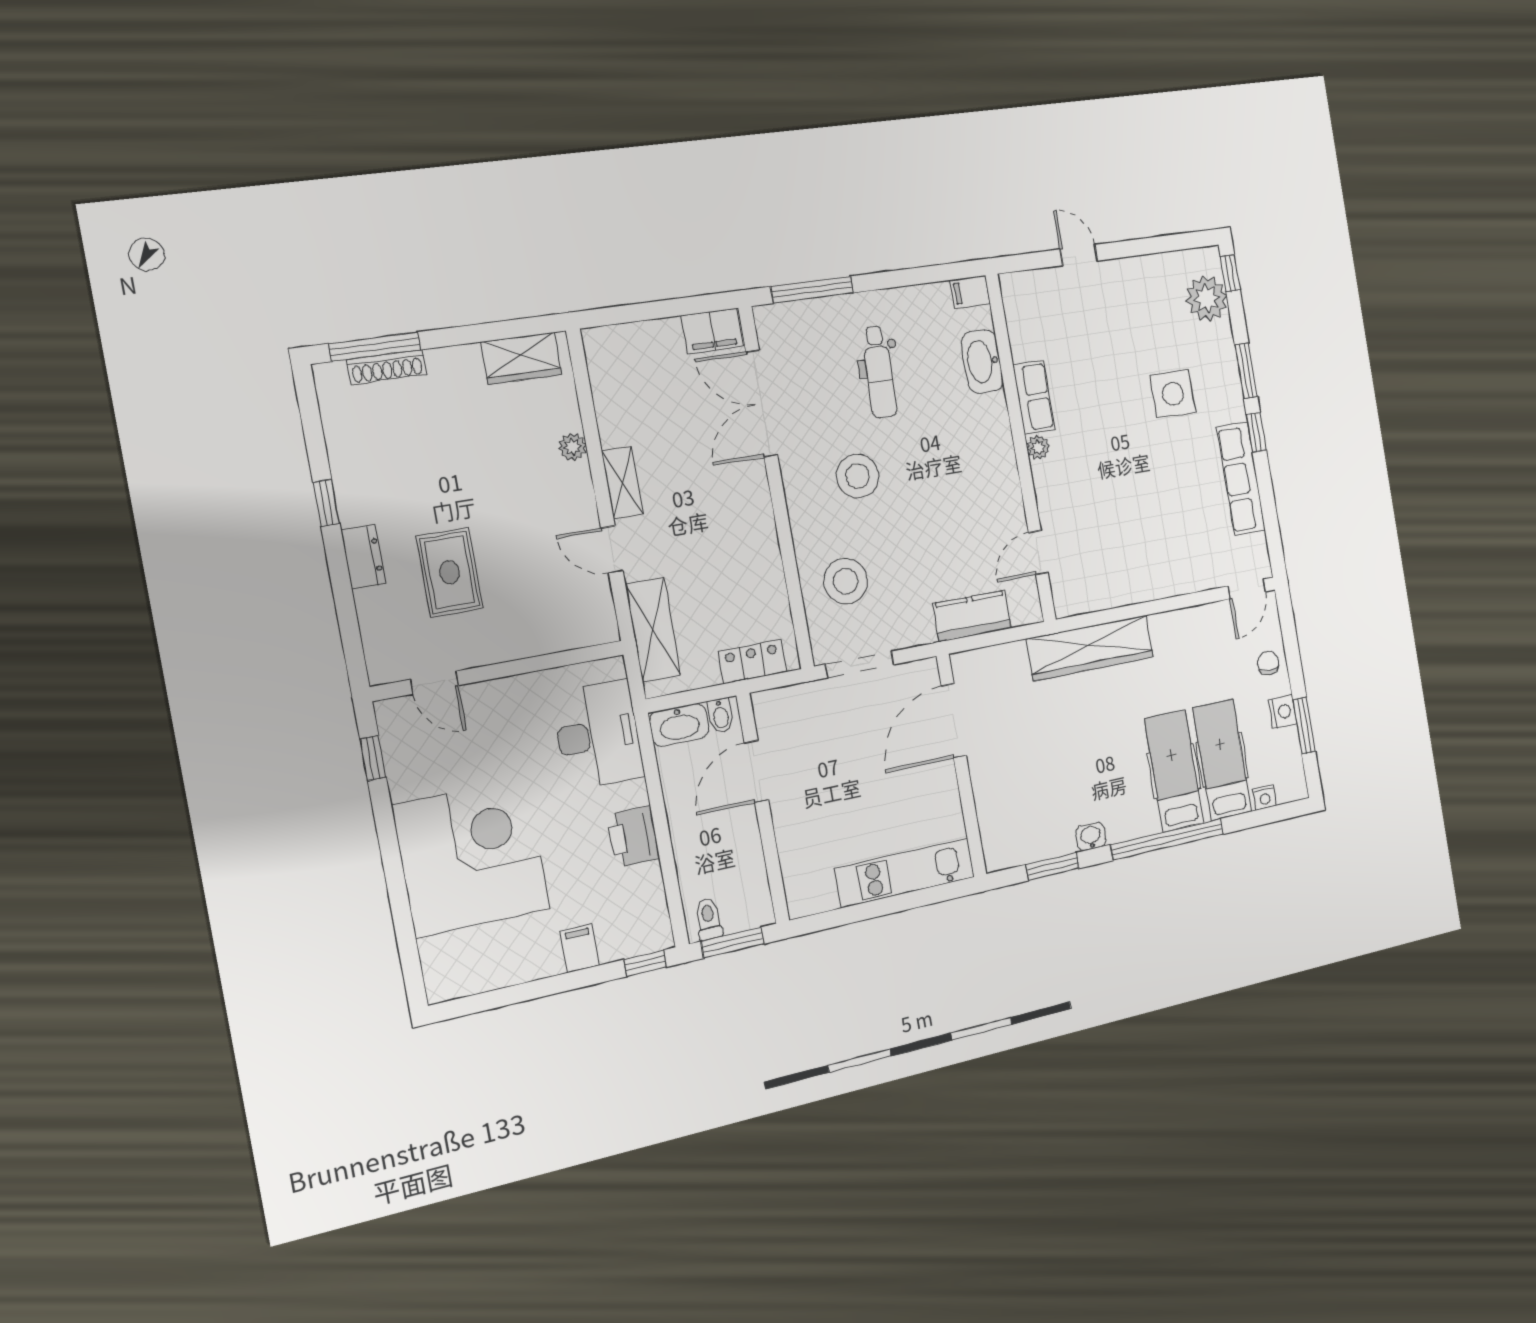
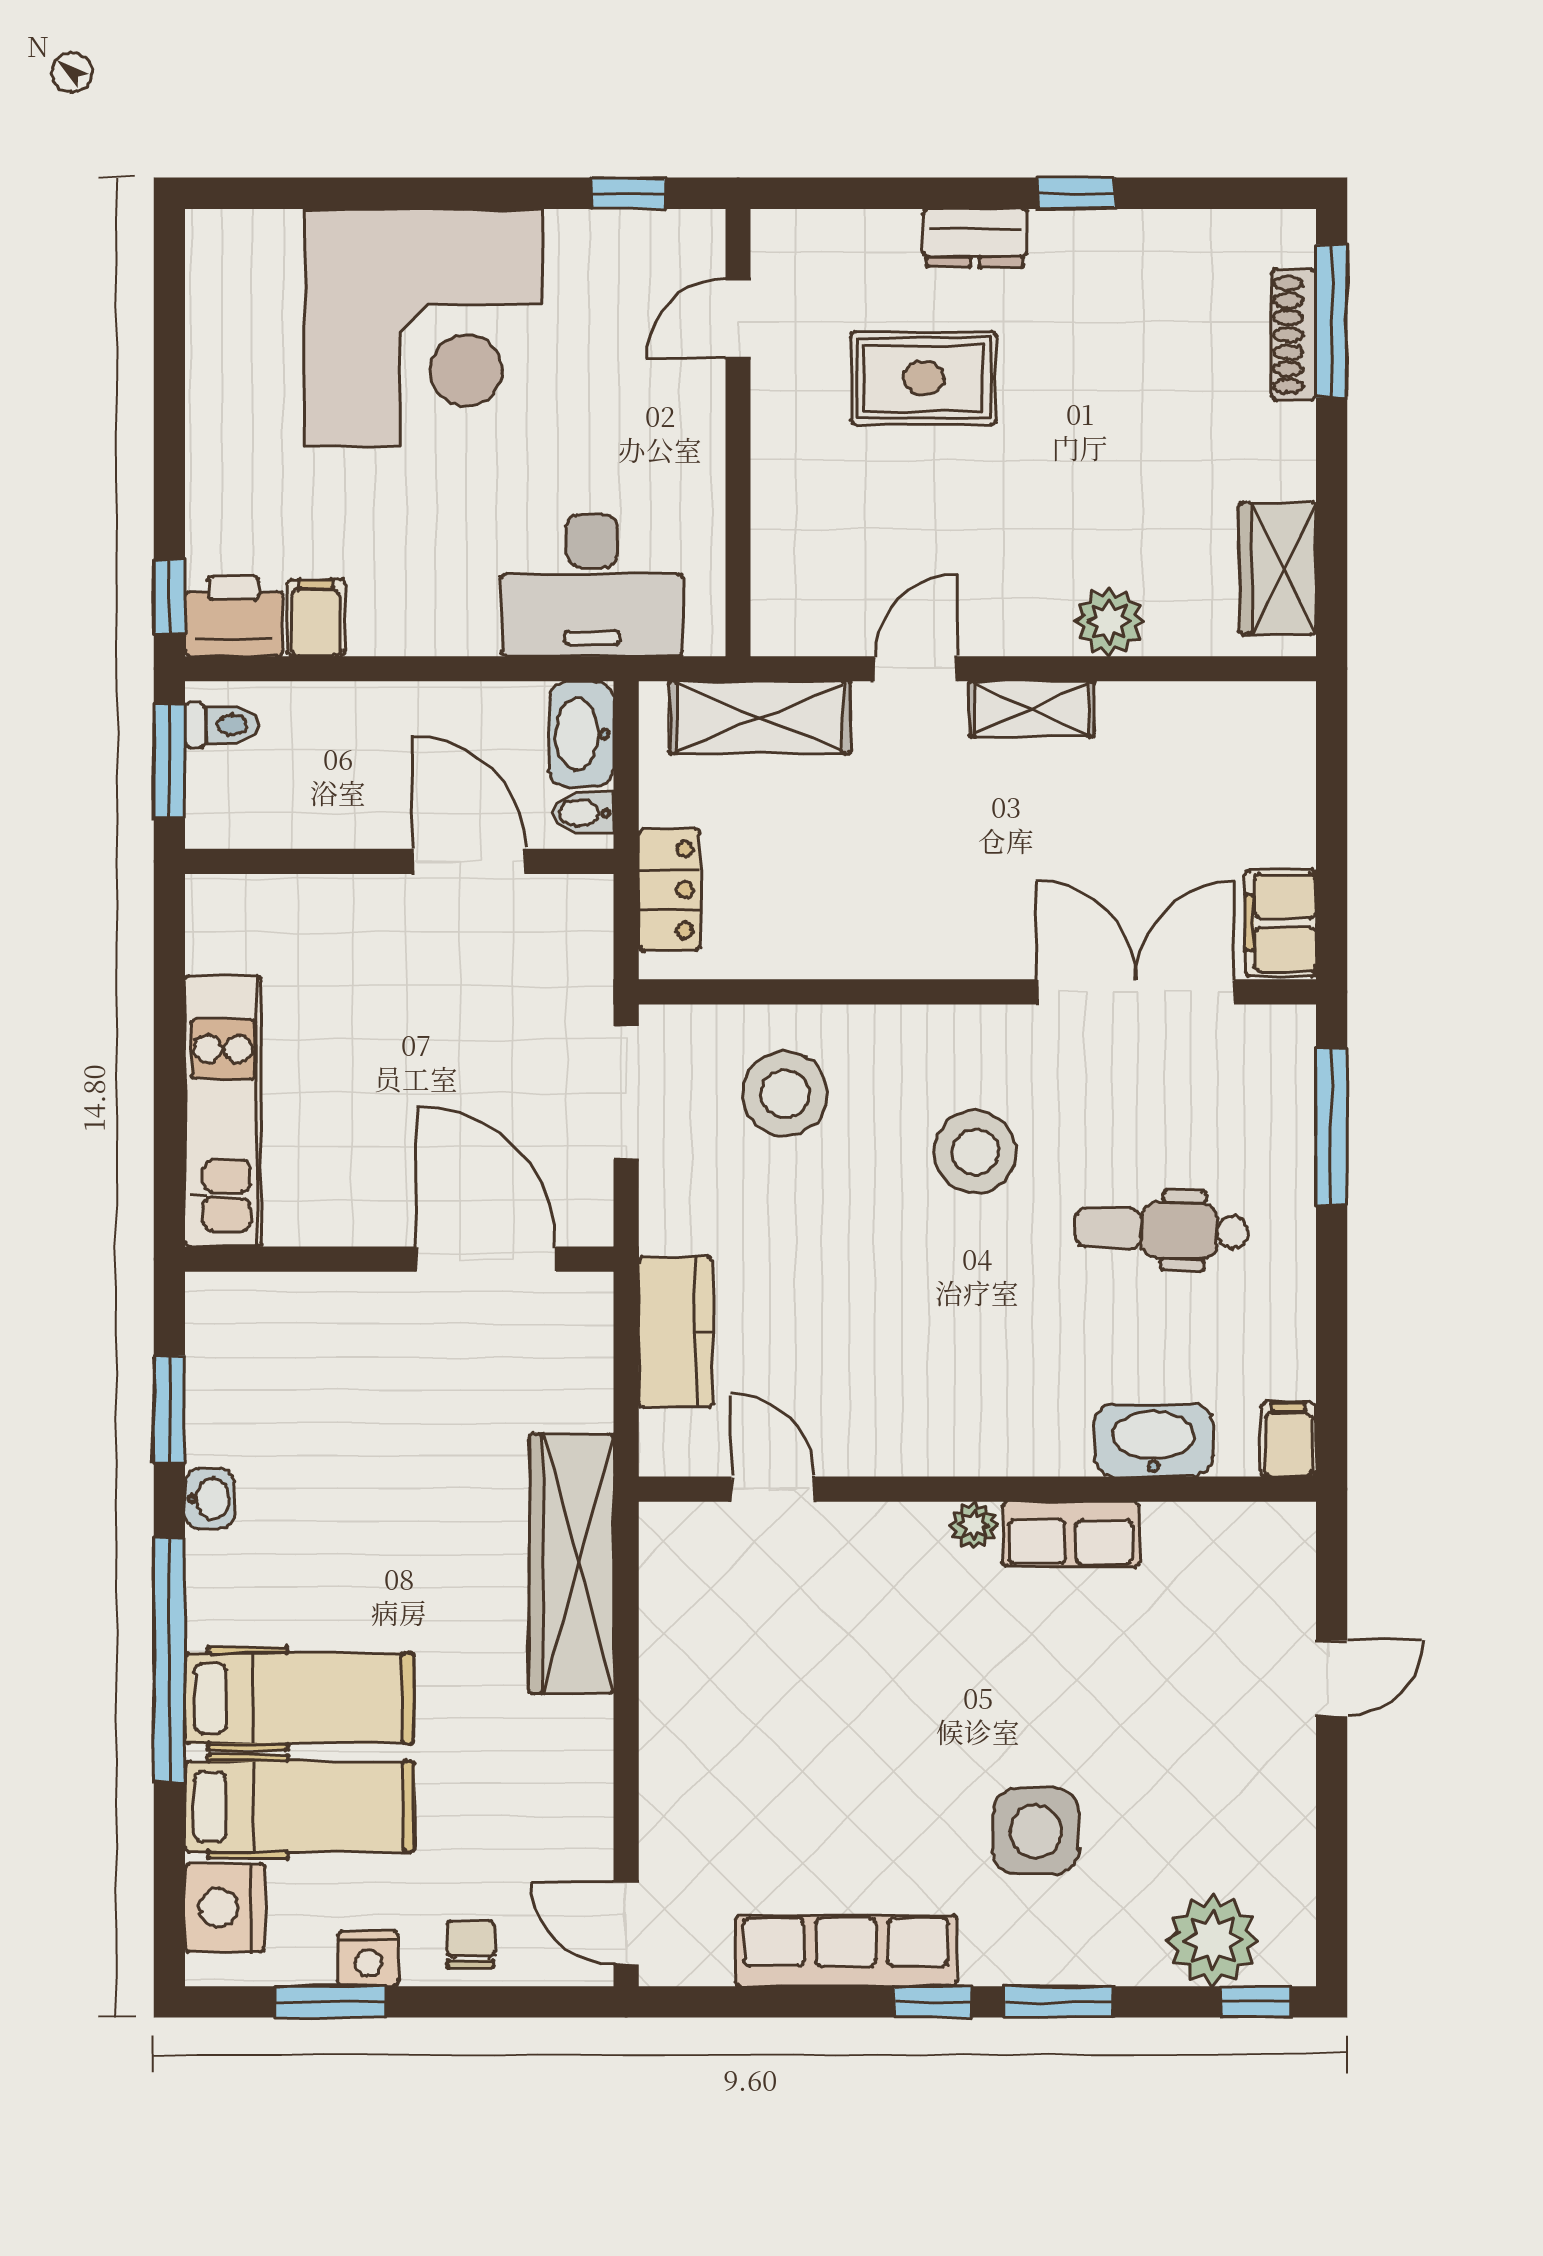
plant: (573, 447) -> (1109, 621), width x1.38, depth x1.38
chair: (1268, 663) -> (471, 1944), turned -90
nightstand: (1265, 797) -> (225, 1908), width x1.89, depth x1.79
printer: (634, 837) -> (234, 616), moved
filing cabinet: (580, 948) -> (316, 618), moved, turned -90

